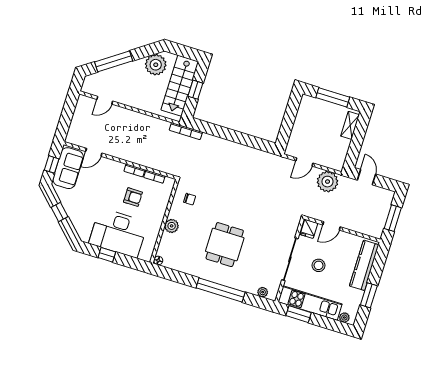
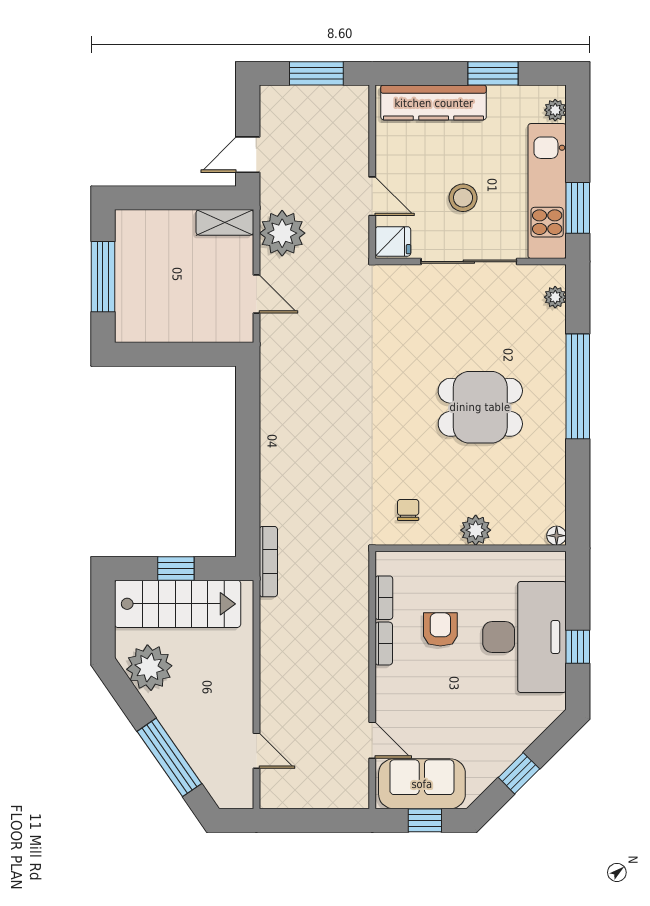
shelving: (350, 125) -> (225, 222), moved

